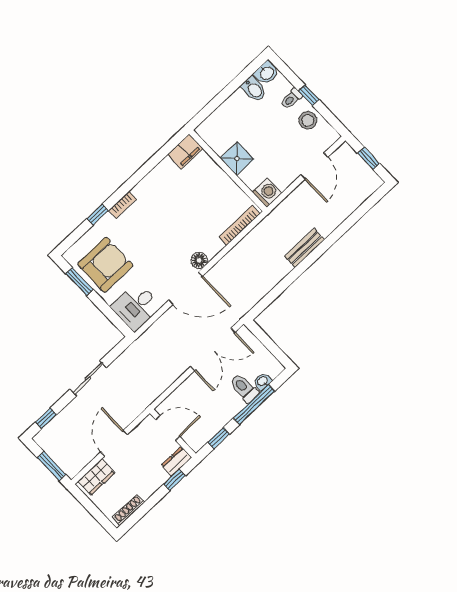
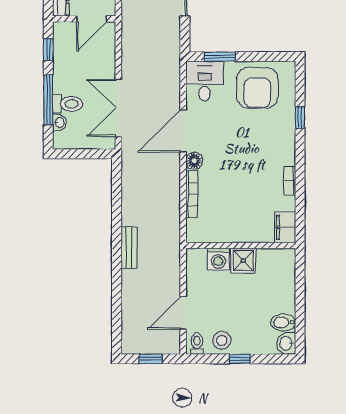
toilet: (292, 99) -> (197, 344), moved
door: (314, 166) -> (183, 313), hinge flipped
washing machine: (267, 192) -> (218, 259), moved
bookcase: (122, 205) -> (290, 181), moved
bookcase: (239, 225) -> (192, 194), moved
window: (79, 282) -> (220, 57), moved

